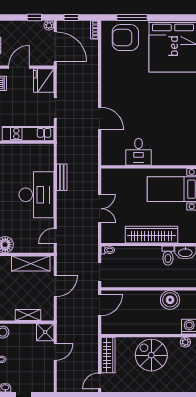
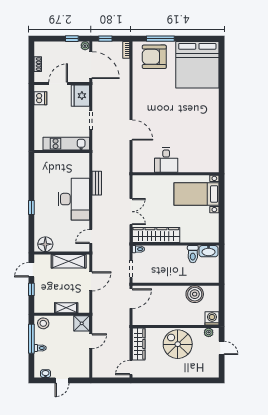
wardrobe: (151, 235) -> (156, 235), moved

